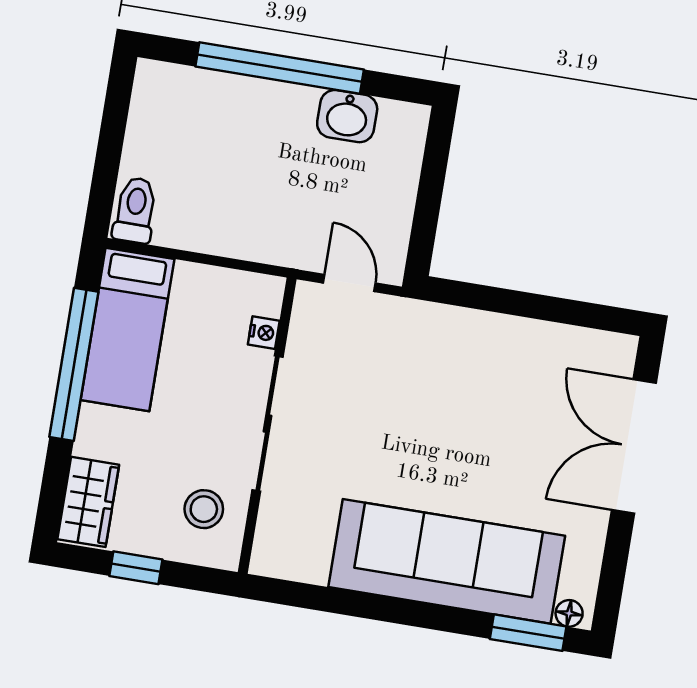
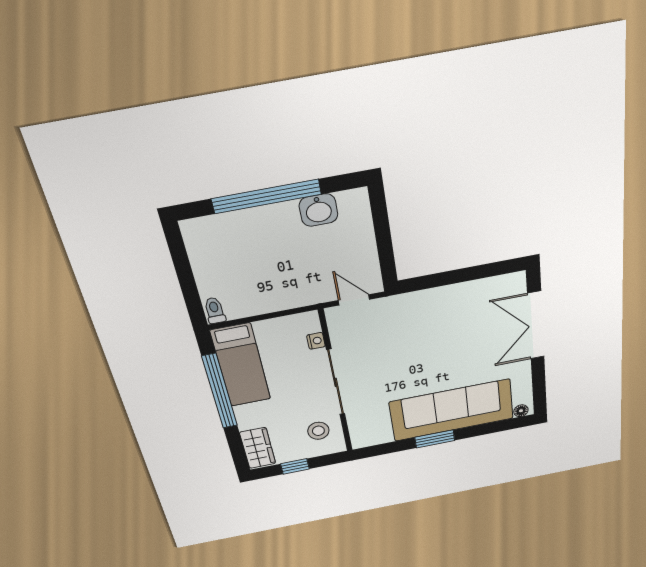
toilet: (135, 210) -> (215, 310), width x0.73, depth x0.72
window: (528, 633) -> (435, 439), moved

